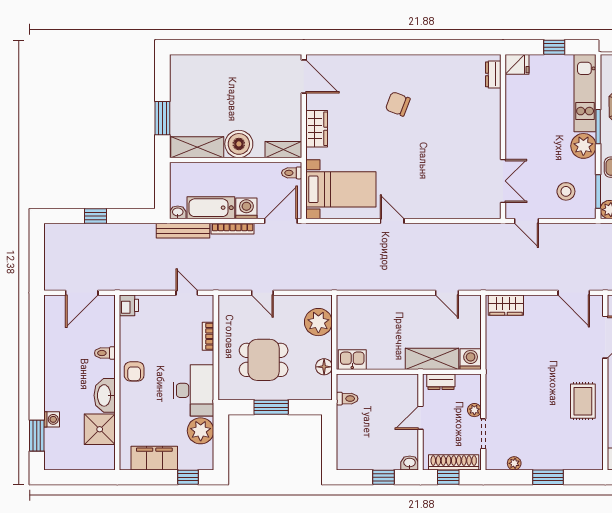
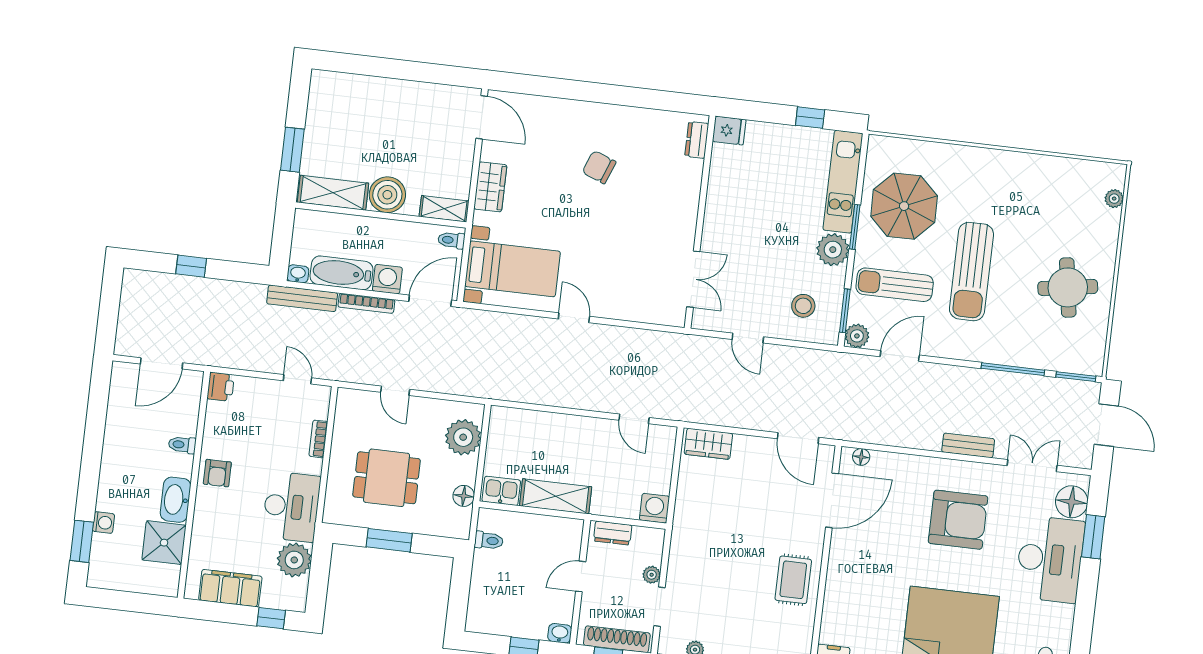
fridge: (517, 64) -> (729, 131), moved
dresser: (493, 74) -> (697, 140), moved
wall: (503, 137) -> (700, 222), moved
double door: (503, 181) -> (693, 279), moved
shelving: (432, 359) -> (556, 496), moved

